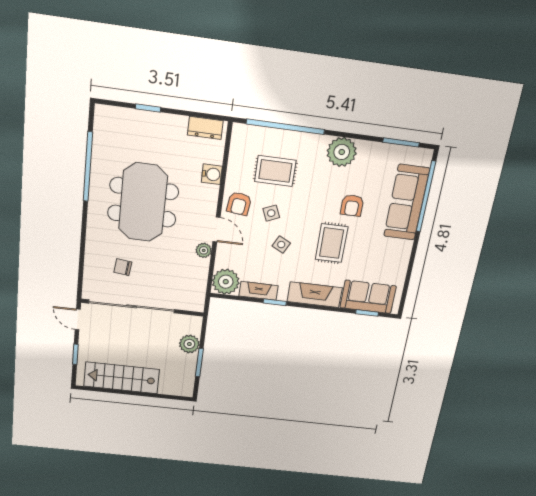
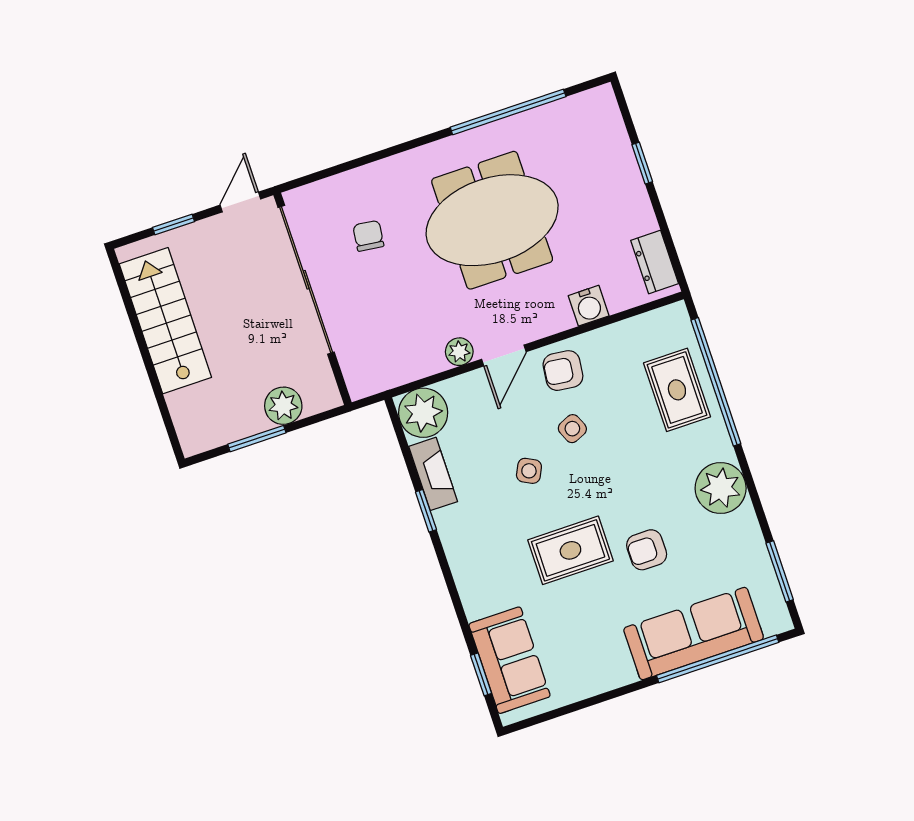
rug: (275, 171) -> (677, 390), moved
fireplace: (315, 295) -> (471, 570), removed

